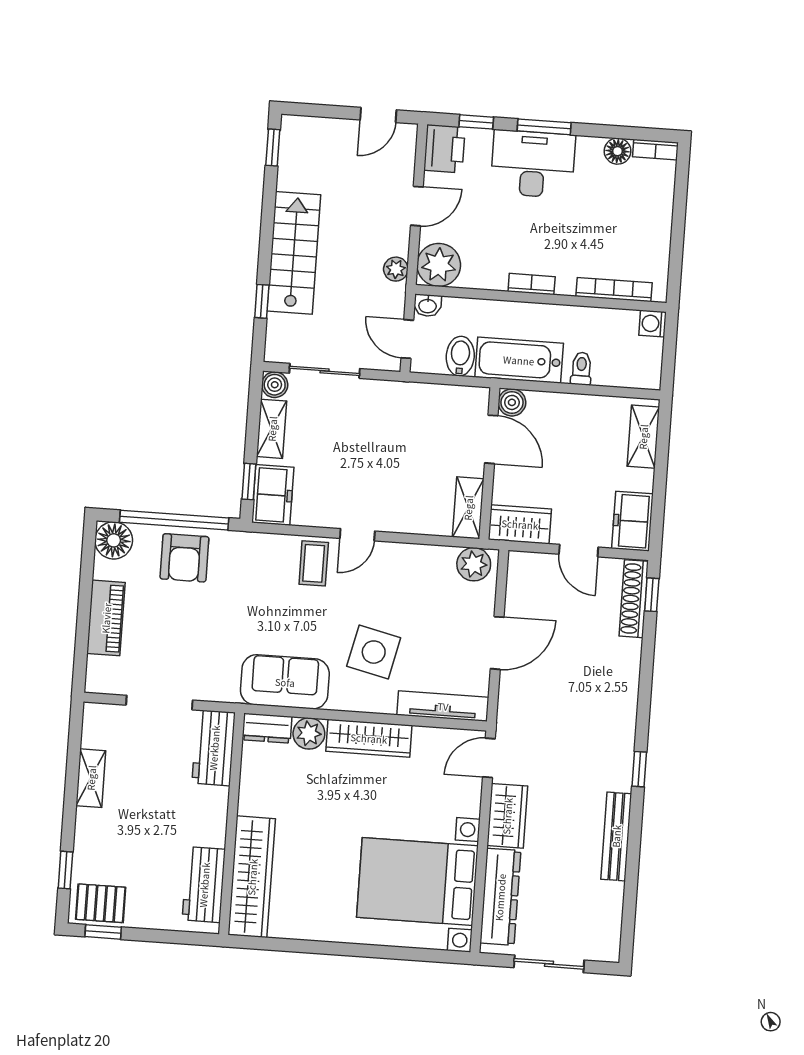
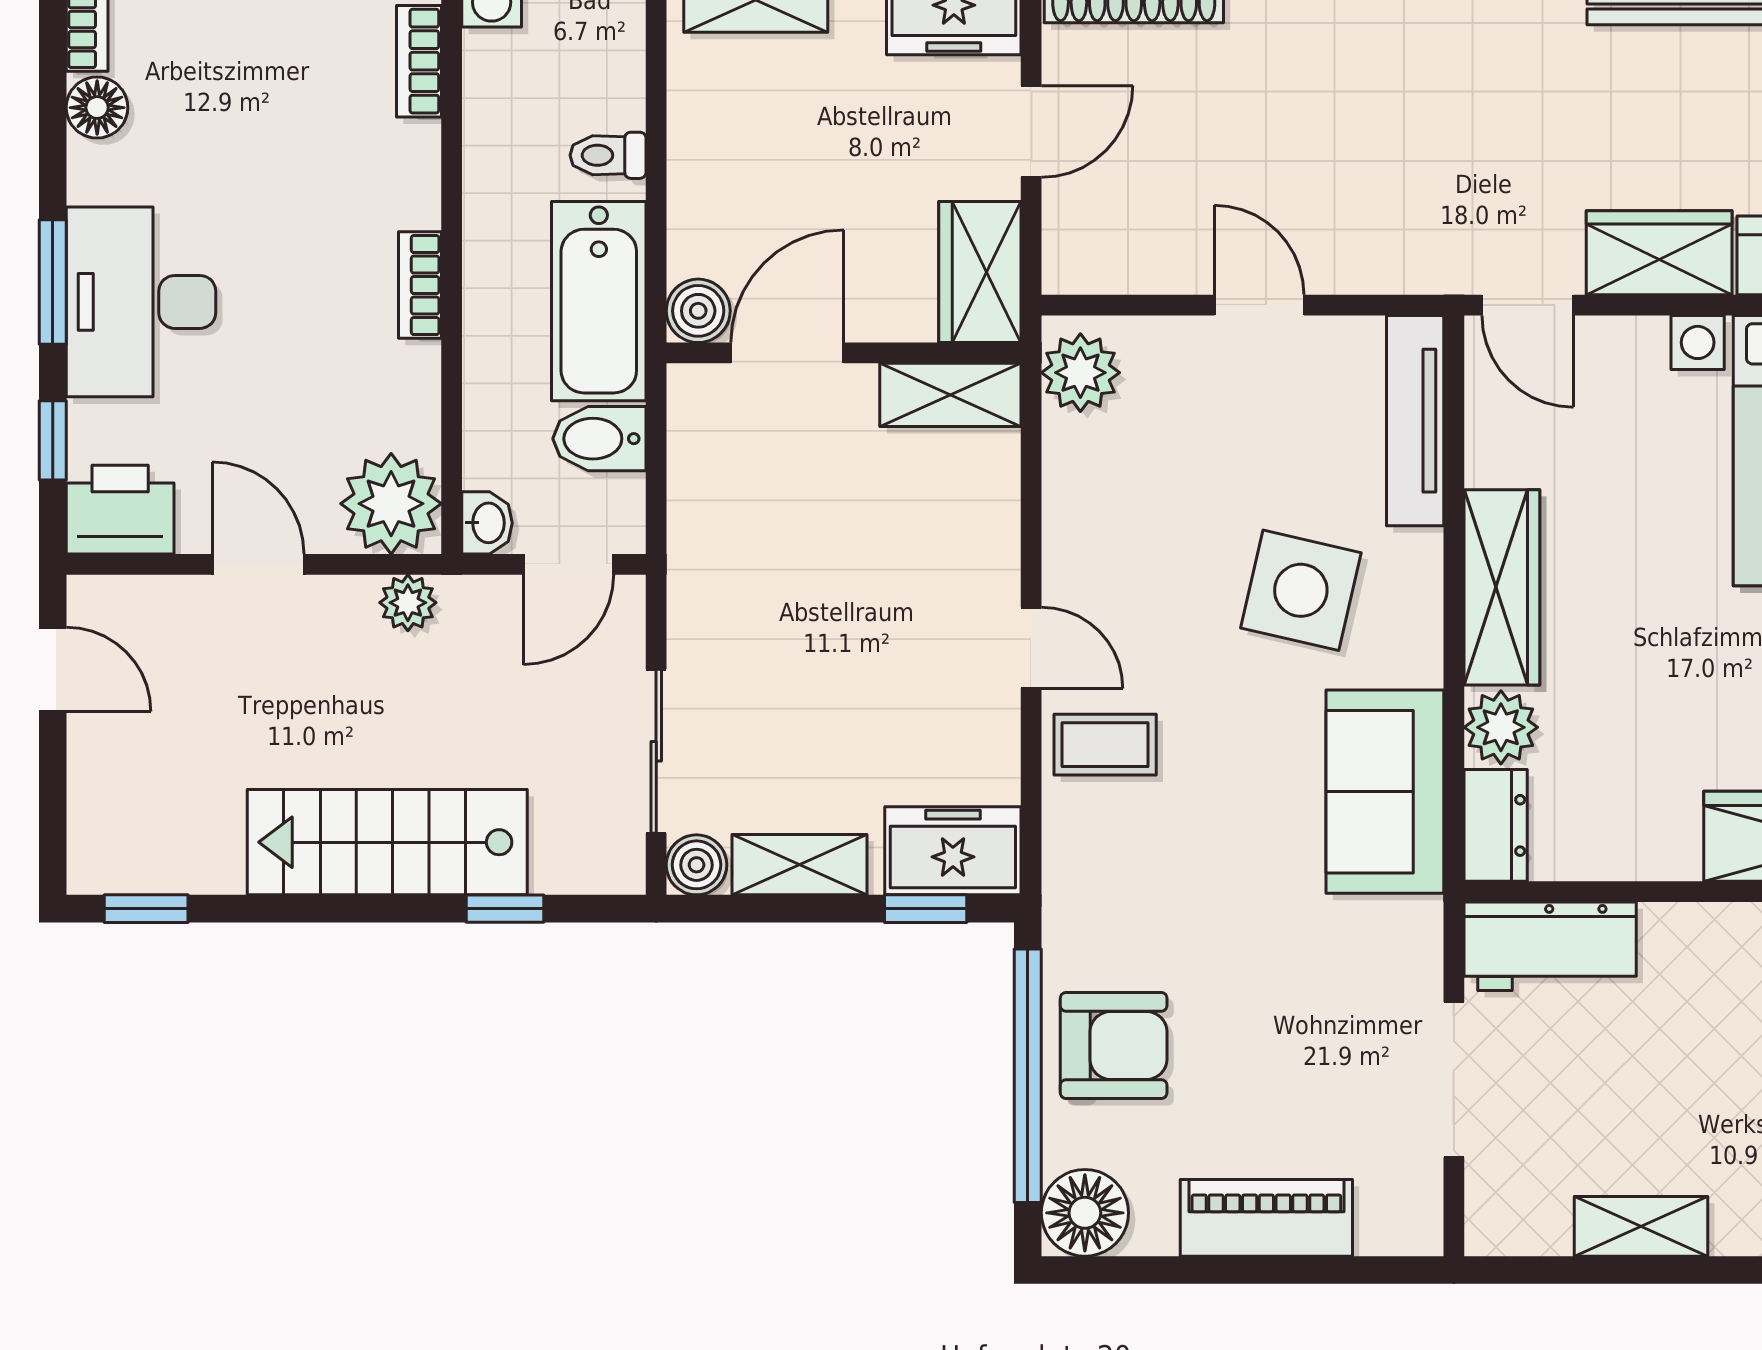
bookcase: (614, 290) -> (419, 61), width x0.64
door: (497, 643) -> (1259, 305), width x0.73

